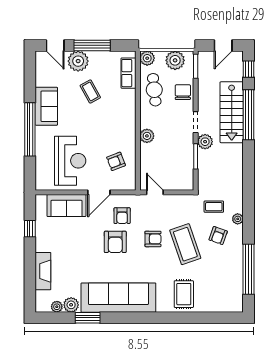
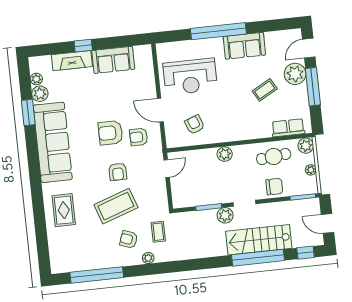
plant: (175, 60) -> (311, 170), width x0.53, depth x0.53
sofa: (66, 206) -> (113, 60), moved, turned -90
window: (30, 229) -> (83, 46), moved
rug: (184, 294) -> (64, 210), turned 90

